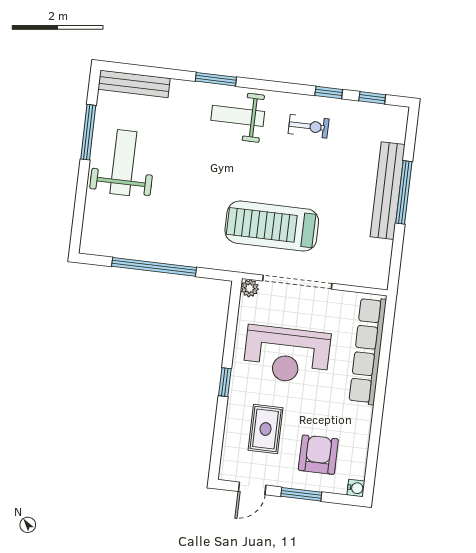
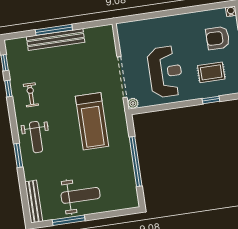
weight bench: (123, 163) -> (81, 195), turned 180
treadmill: (272, 226) -> (92, 121), moved
row of seats: (368, 351) -> (150, 26), removed
window: (225, 382) -> (211, 100), moved

